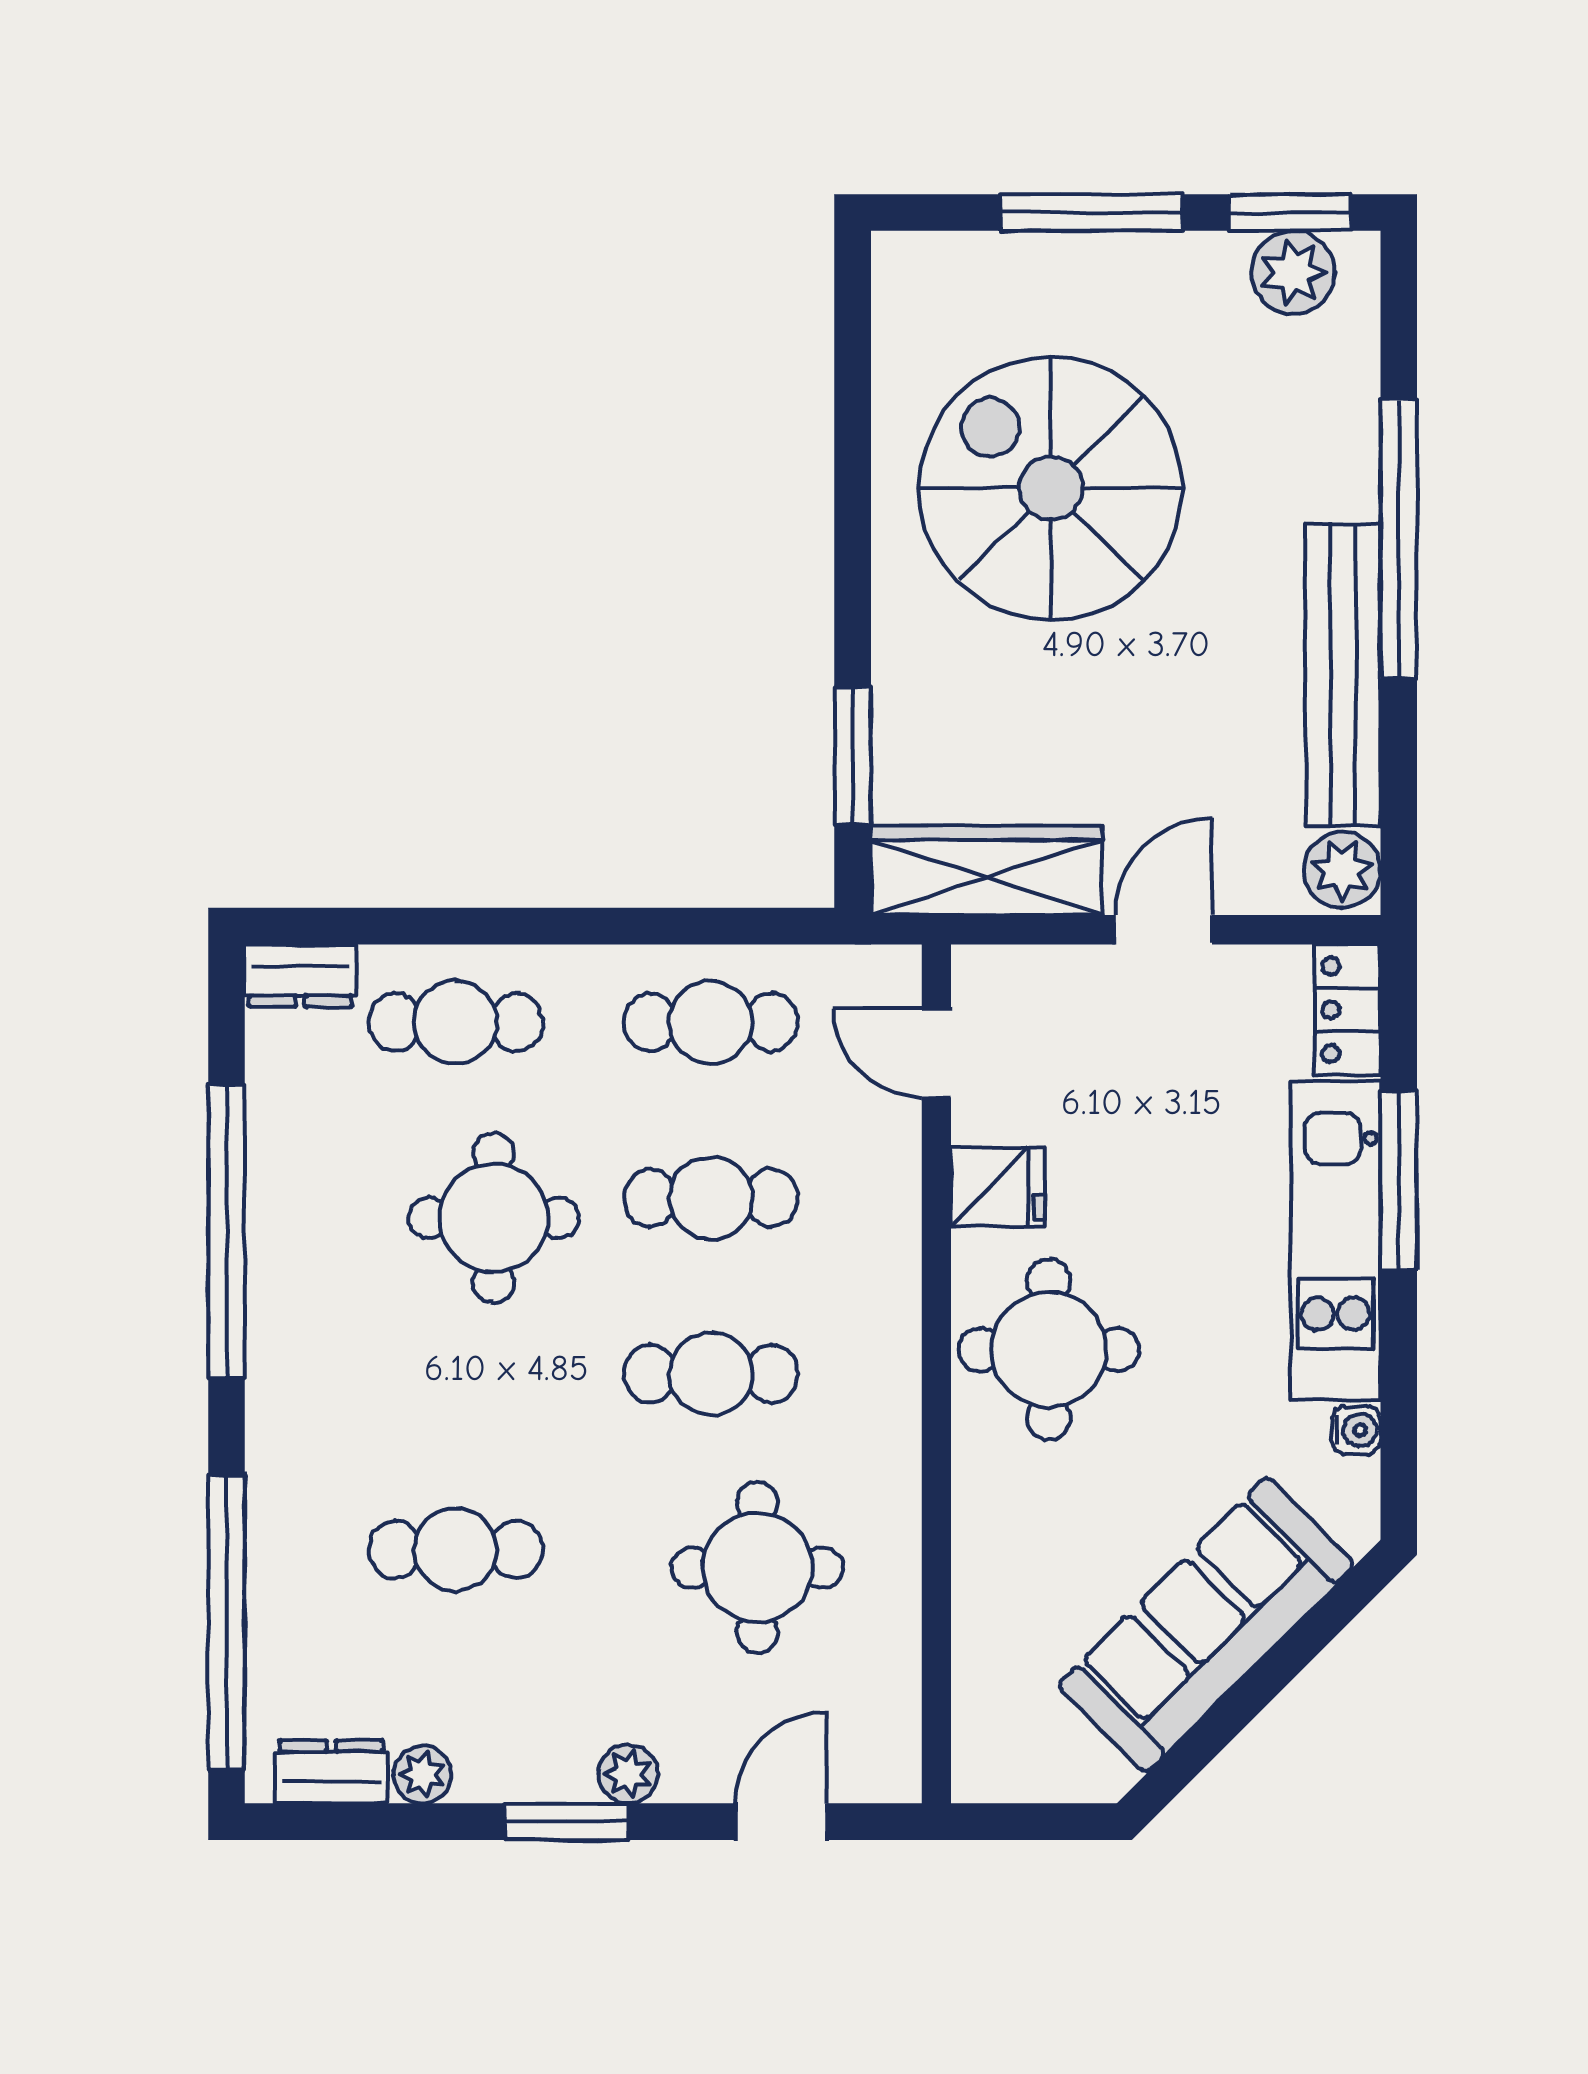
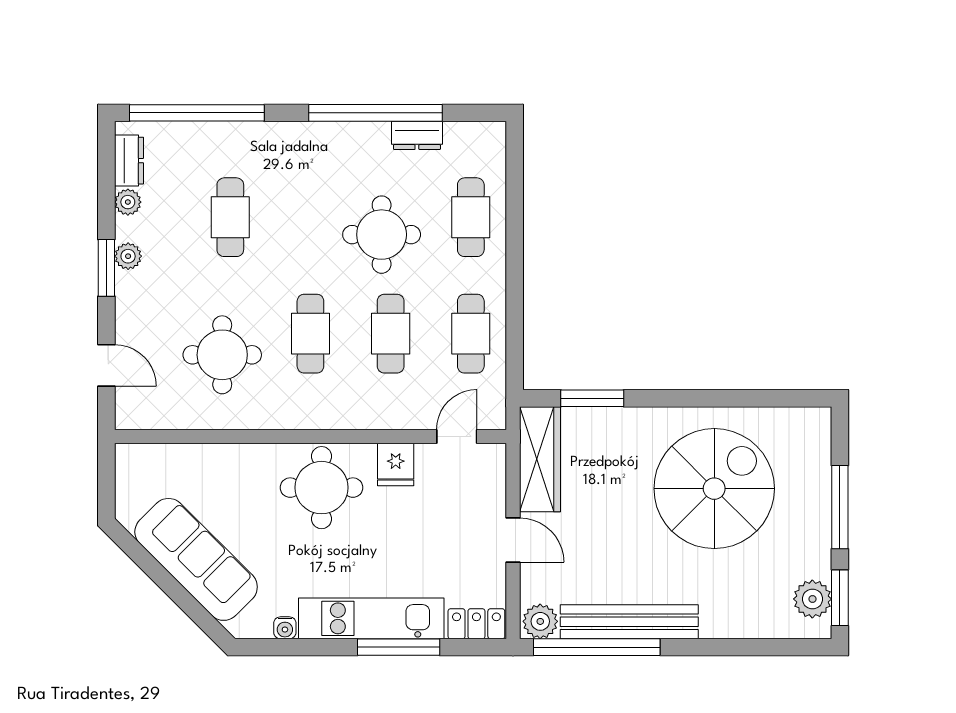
window: (1399, 539) -> (597, 647), moved
dresser: (300, 976) -> (417, 135), moved, turned -90
plant: (628, 1774) -> (128, 256), moved

